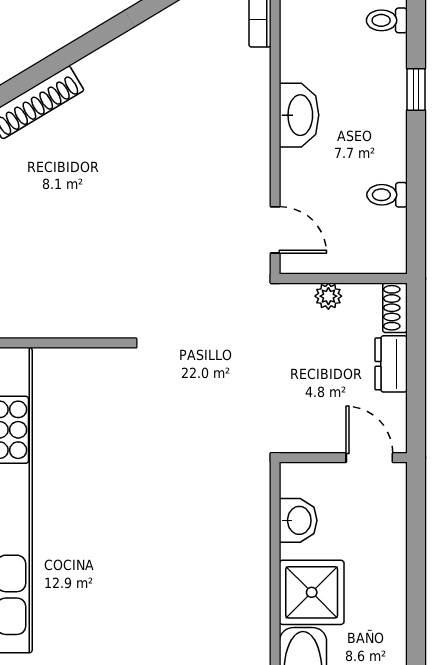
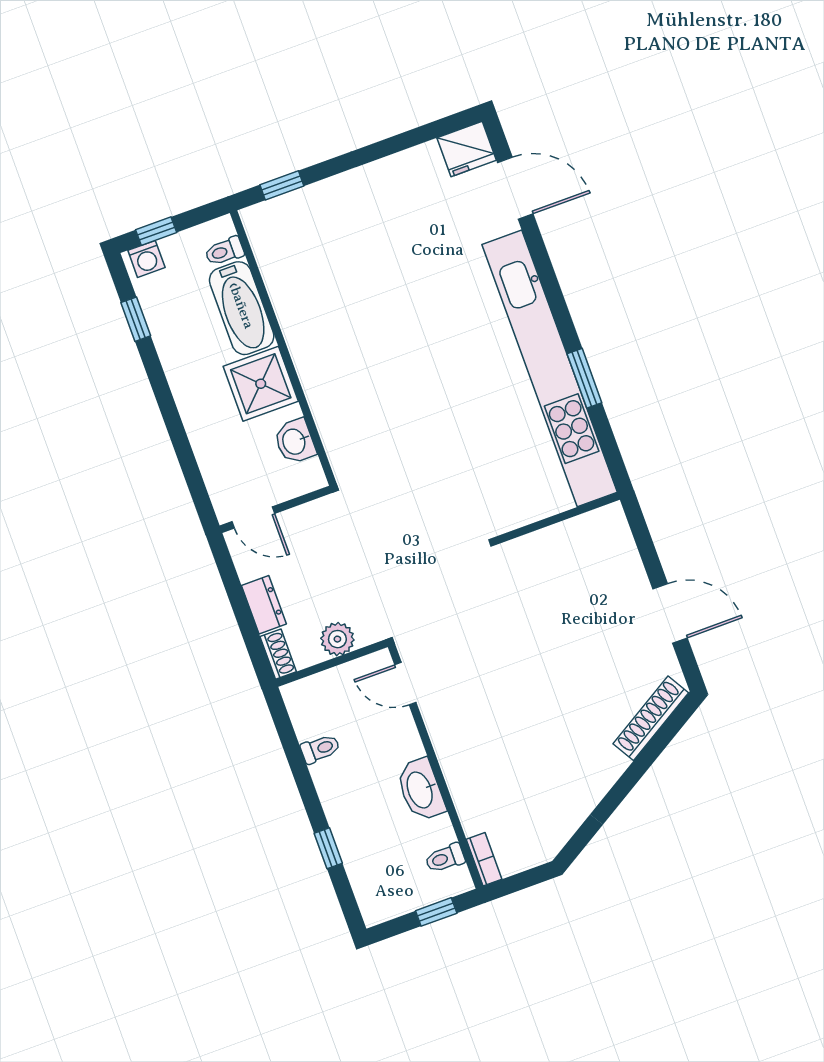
toilet: (387, 20) -> (445, 858), moved, turned 180
plant: (328, 296) -> (337, 639), width x1.38, depth x1.38

